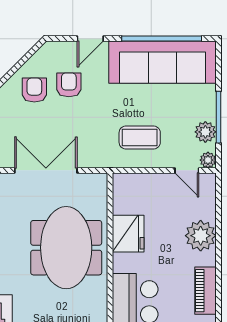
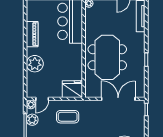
double door: (46, 170) -> (118, 99), swing flipped
door: (187, 170) -> (42, 99), swing flipped
fridge: (128, 234) -> (72, 89), moved, turned 90

